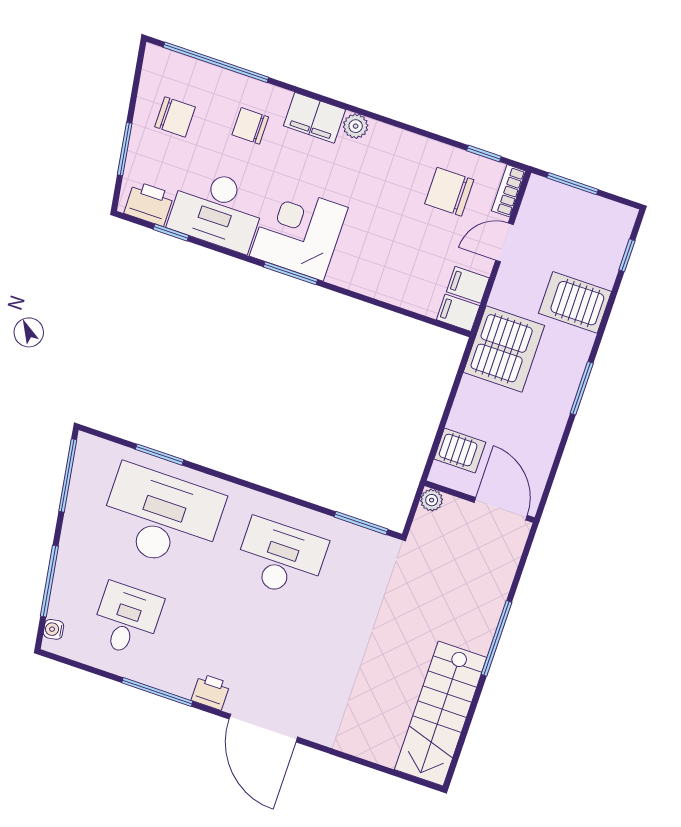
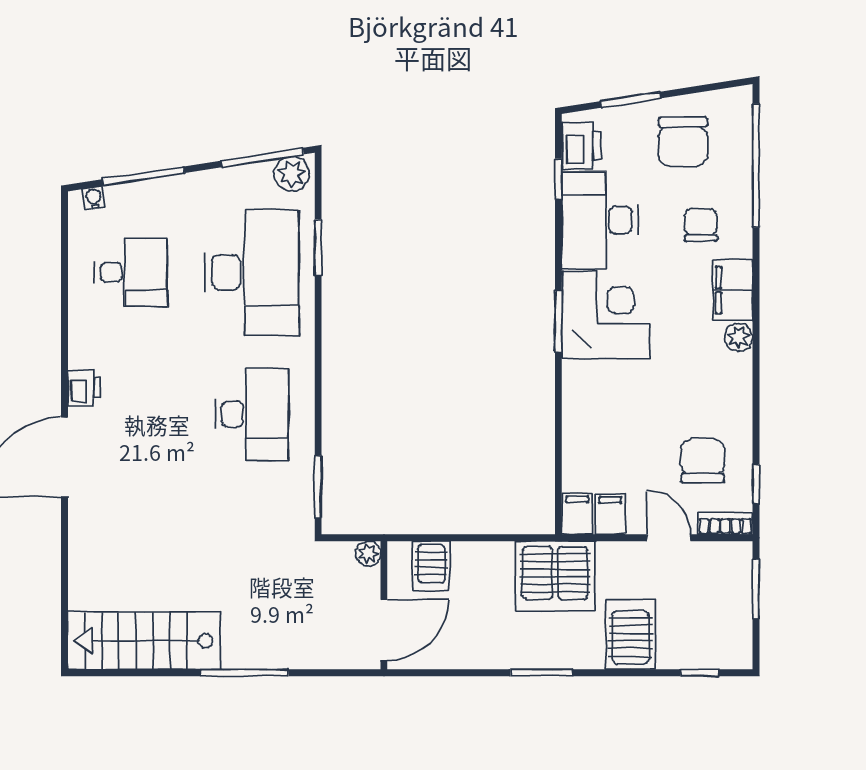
chair: (175, 117) -> (683, 142), width x1.37, depth x1.37
plant: (90, 456) -> (292, 174), added
window: (157, 692) -> (65, 331), removed

